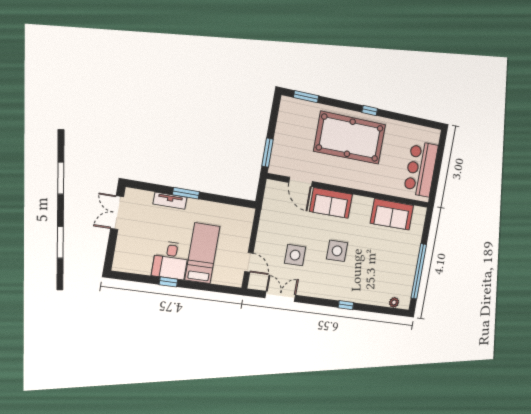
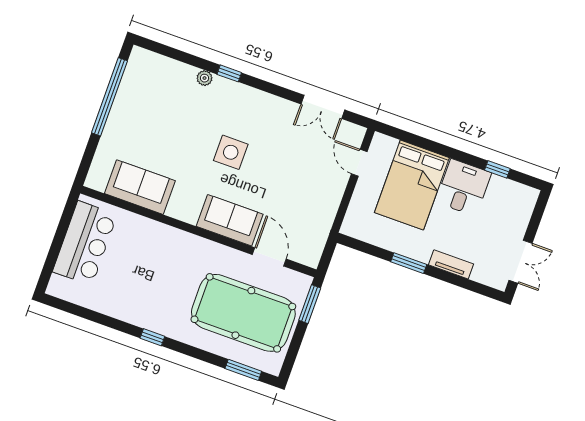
pool table: (350, 138) -> (243, 313), moved
window: (186, 193) -> (409, 263), moved
bed: (202, 253) -> (412, 185), width x1.50
side table: (295, 255) -> (293, 159), removed
window: (168, 282) -> (497, 169), moved
plant: (394, 302) -> (204, 78), moved

